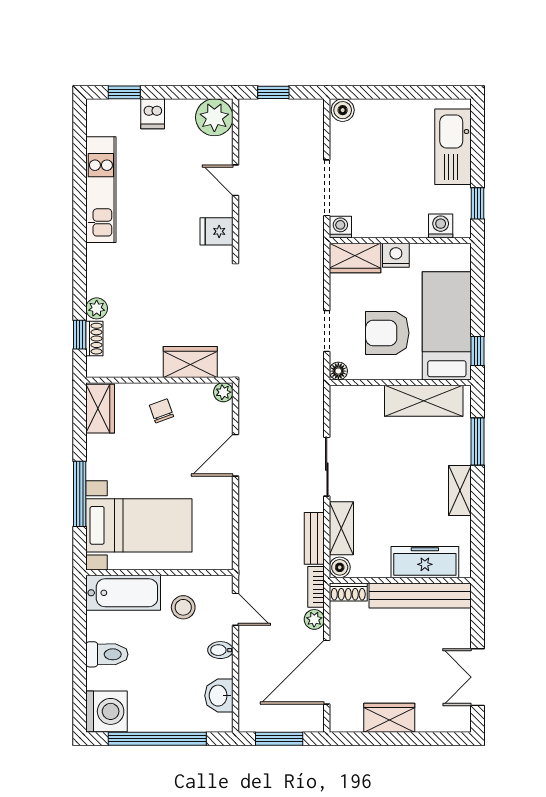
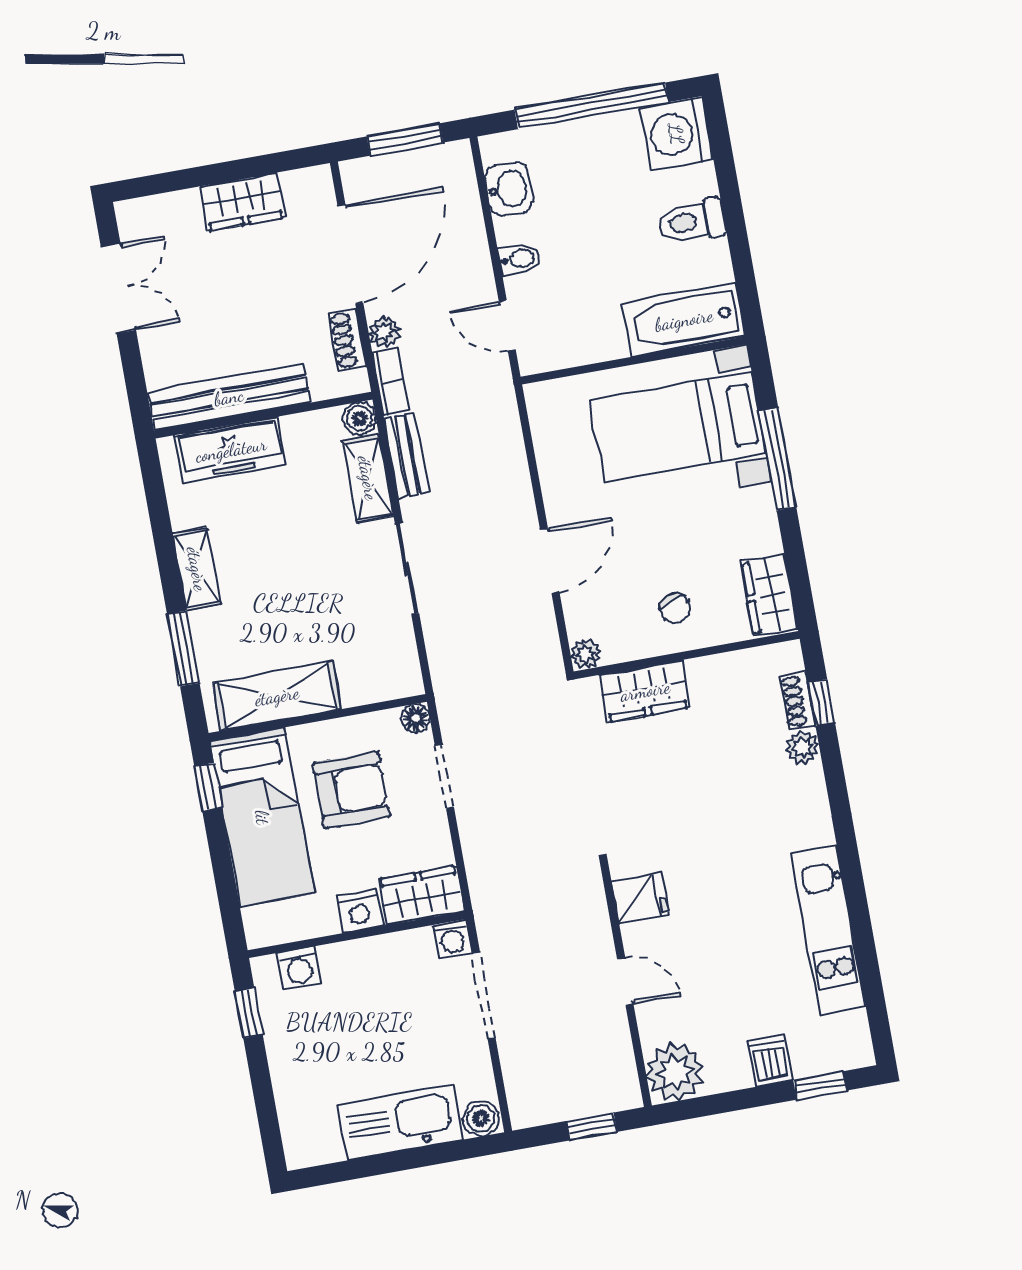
kitchen sink: (453, 147) -> (400, 1122), moved, turned -90
shoe rack: (348, 592) -> (347, 340), moved, turned -90
stool: (183, 607) -> (588, 314), removed

